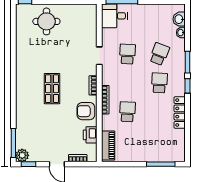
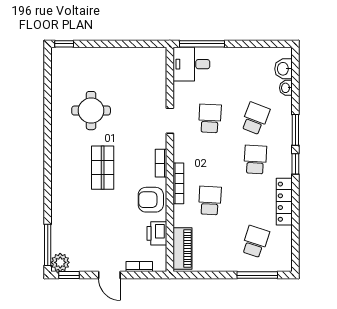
round table: (46, 21) -> (91, 111), moved
school desk: (159, 141) -> (255, 242), added

